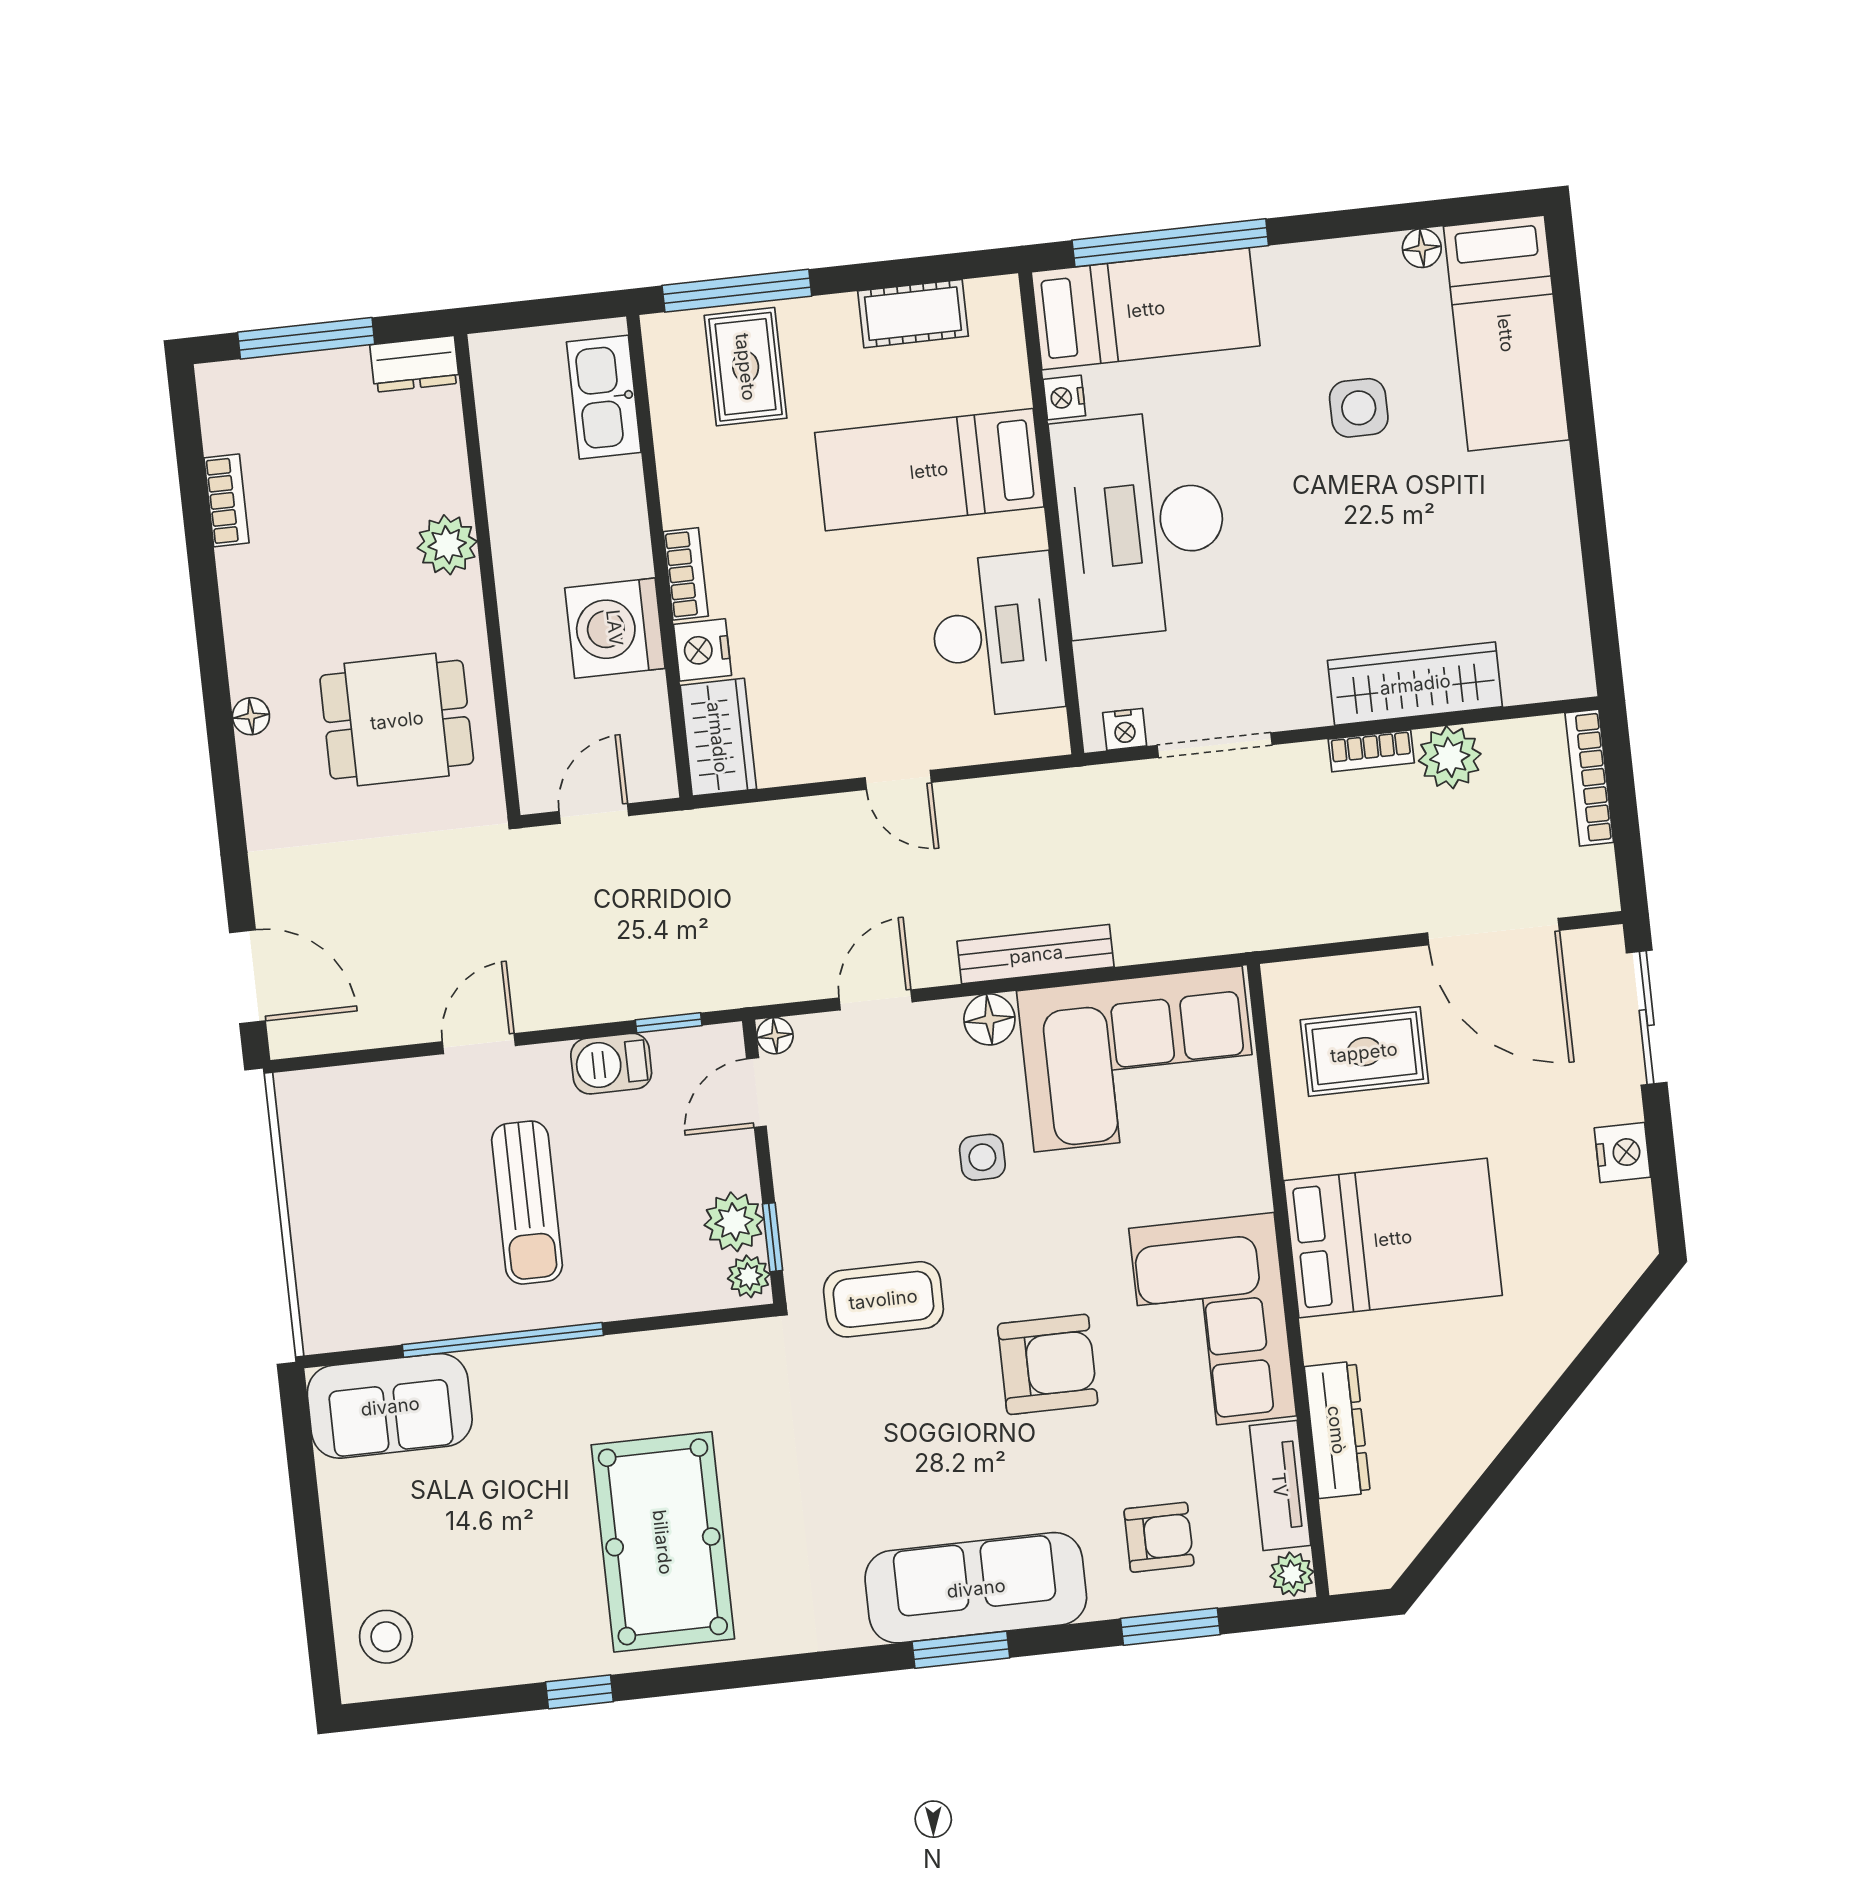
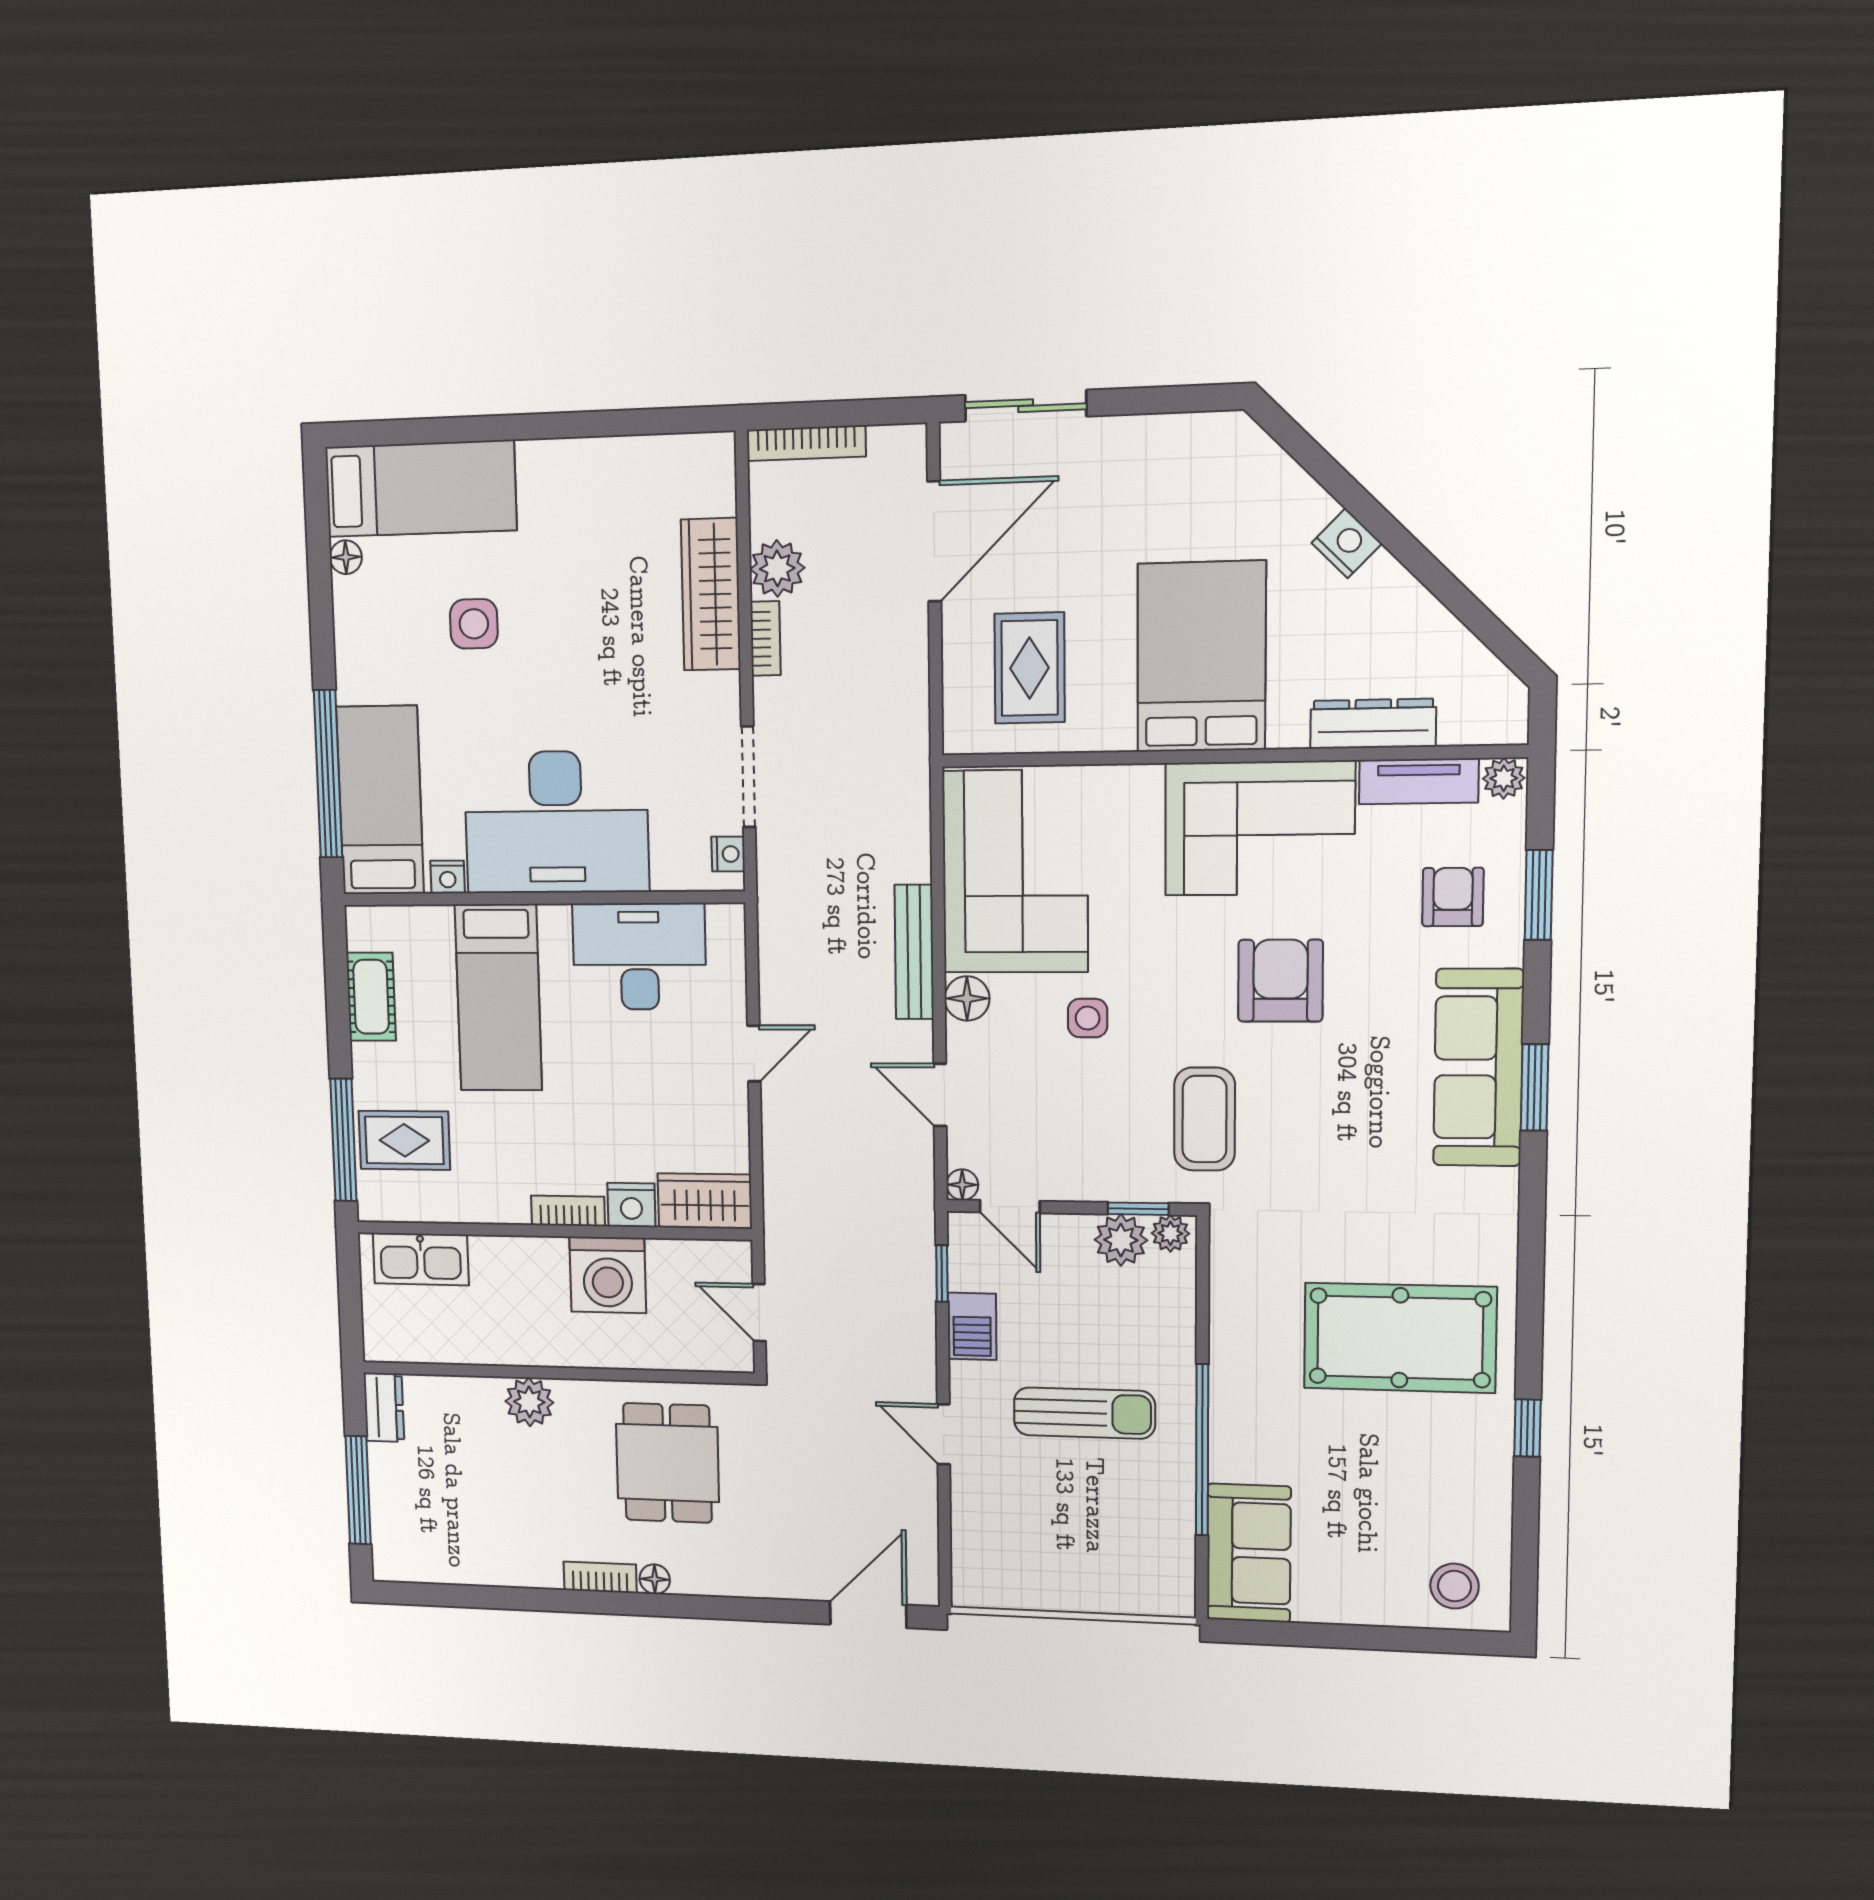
bookcase: (226, 500) -> (600, 1577), moved
nightstand: (1622, 1153) -> (1347, 543), moved, turned 45

